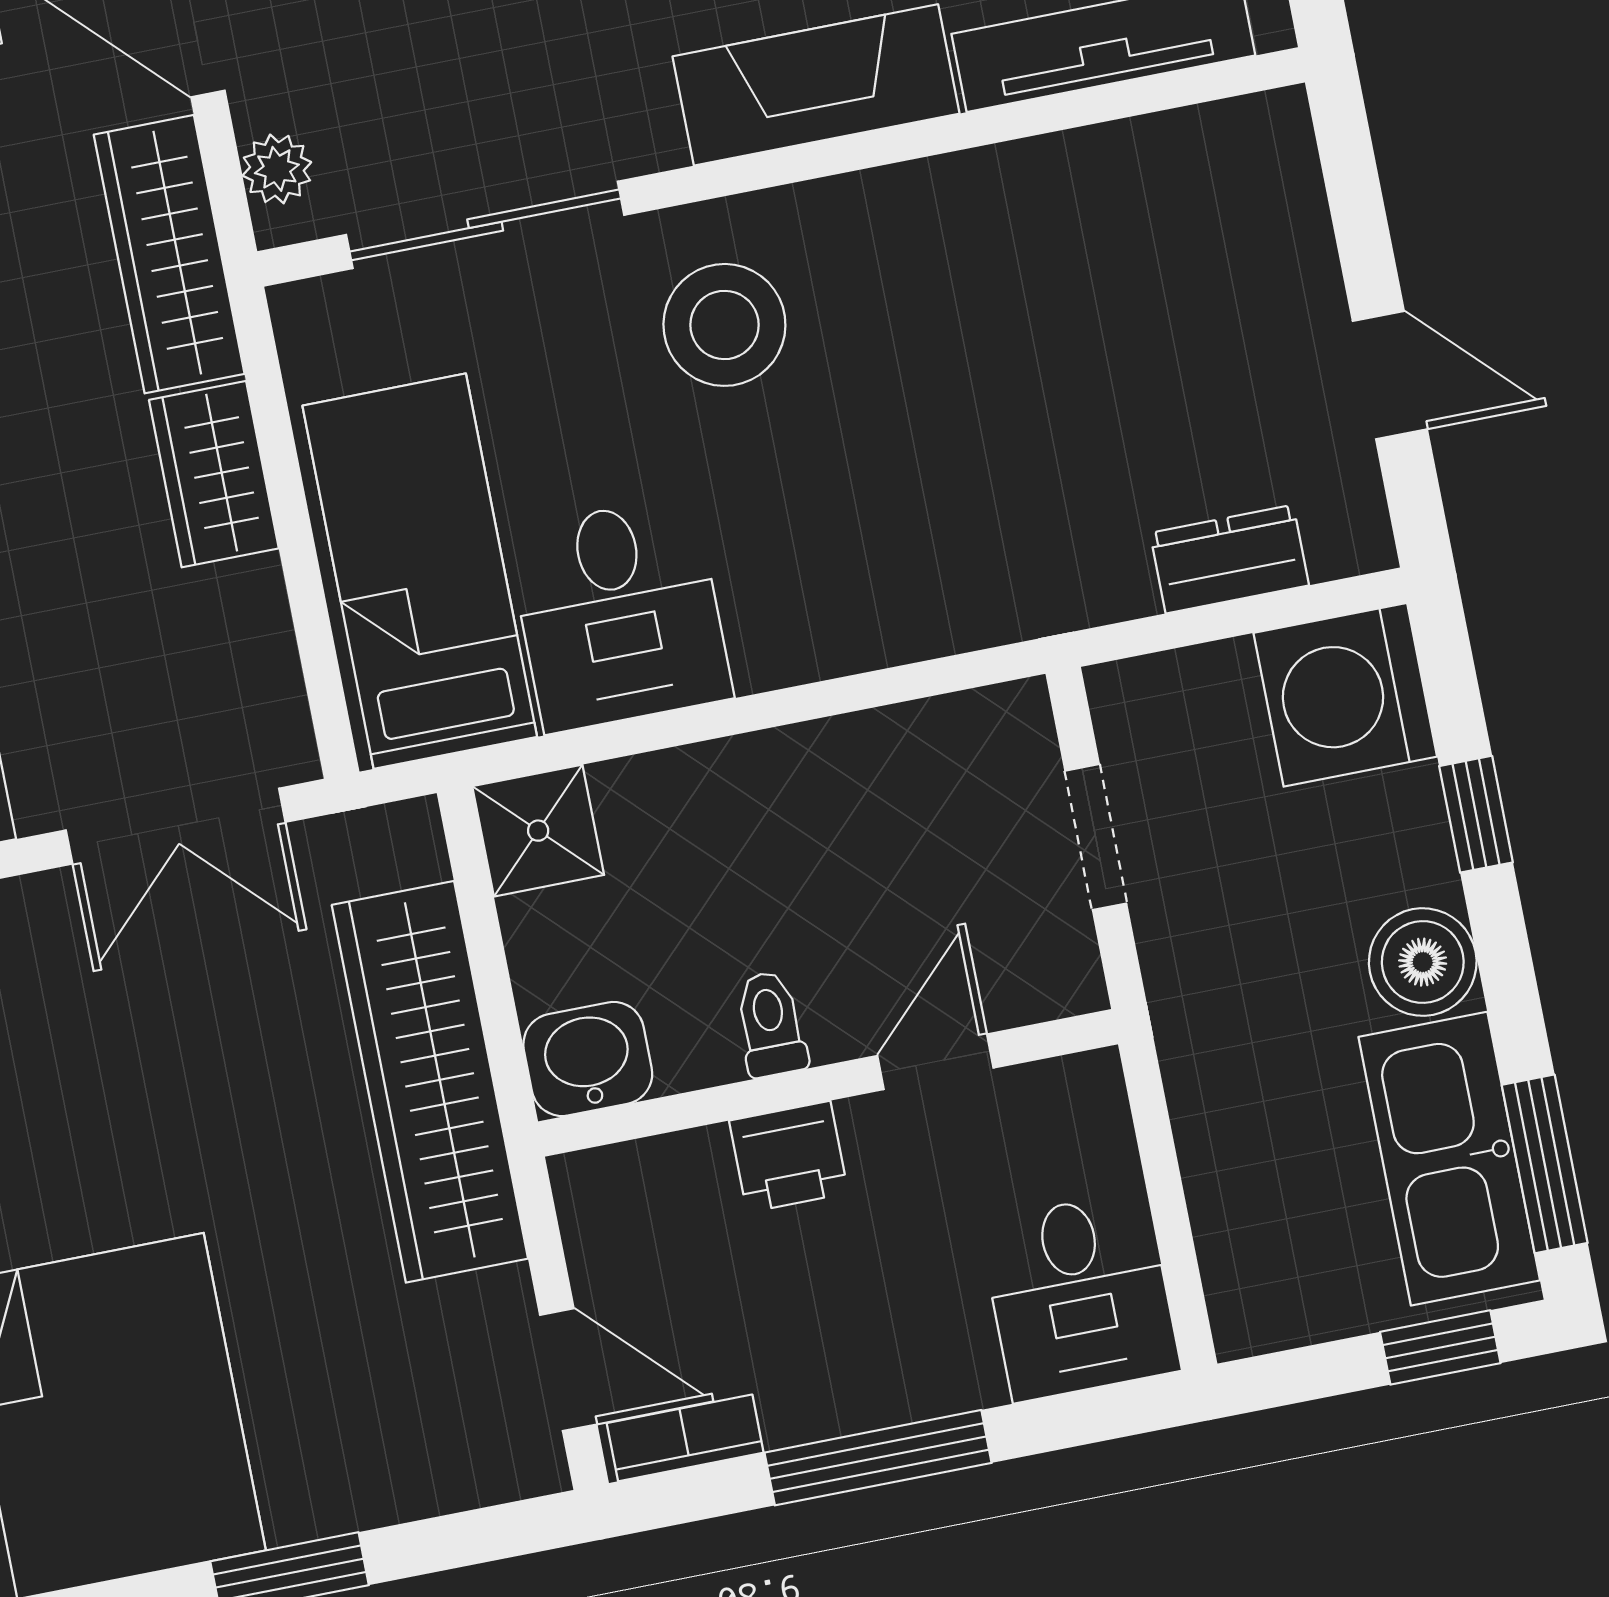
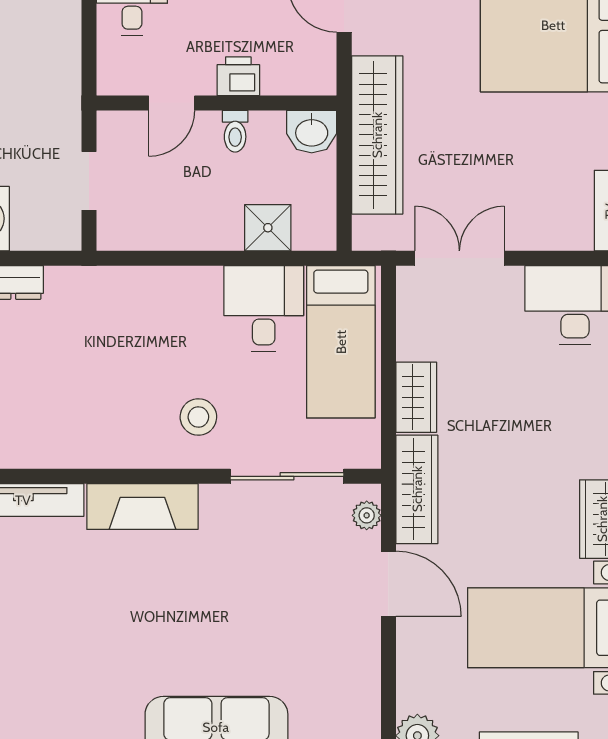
stool: (724, 325) -> (198, 417), width x0.73, depth x0.73
shower: (538, 831) -> (268, 228), moved

